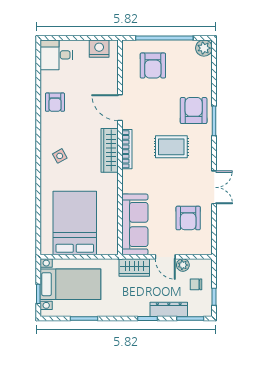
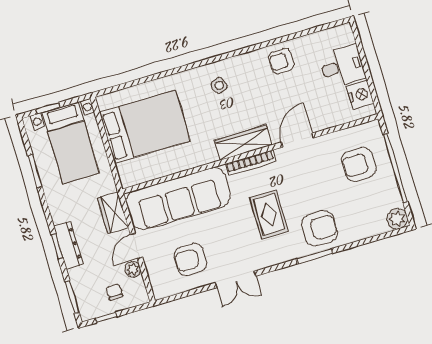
desk: (56, 55) -> (342, 66), moved, turned 90
sofa: (135, 224) -> (178, 199), width x1.36, depth x1.27
dresser: (169, 309) -> (68, 245), moved

